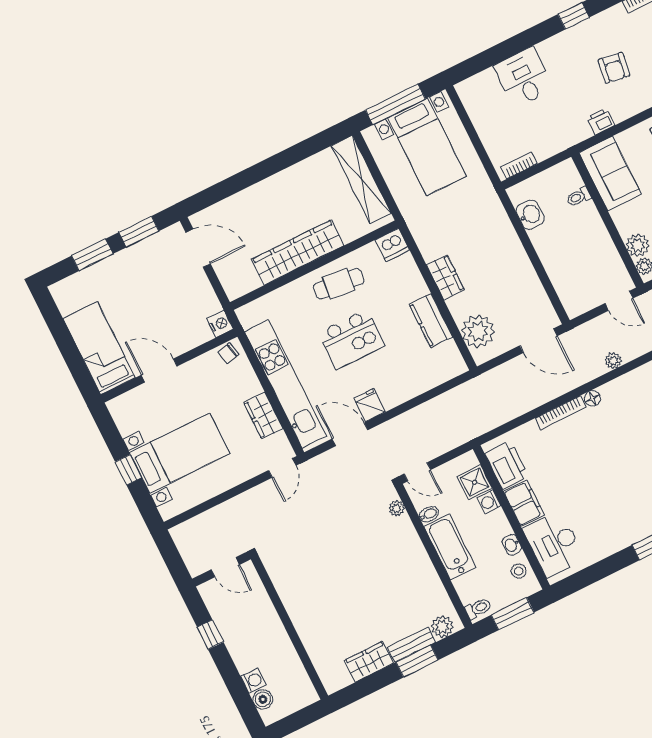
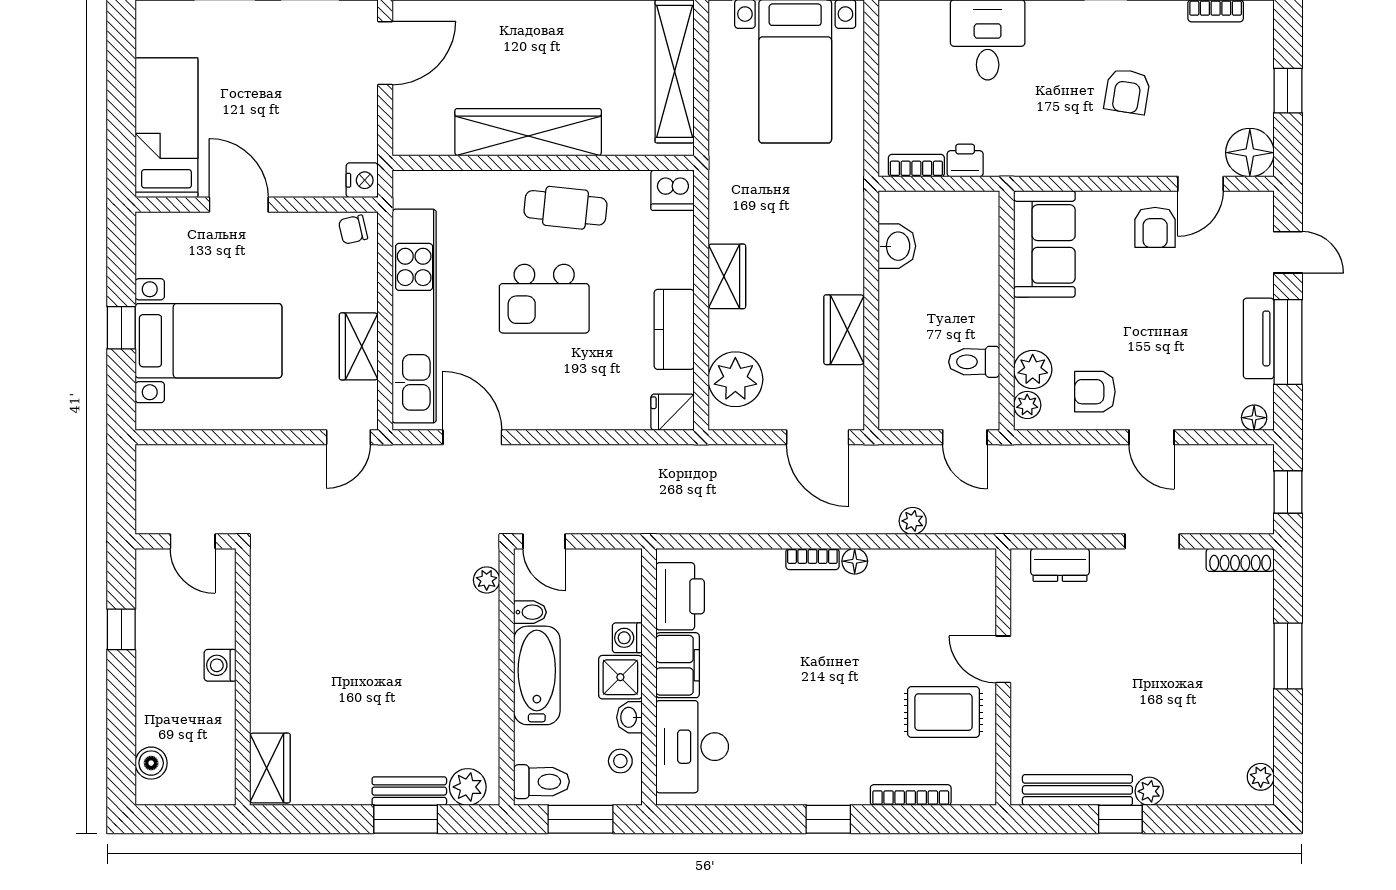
printer: (601, 121) -> (965, 160), moved
toilet: (579, 197) -> (974, 362), moved, width x1.37, depth x1.39
door: (198, 248) -> (385, 53), hinge flipped
wardrobe: (524, 275) -> (844, 330), added
fridge: (370, 405) -> (673, 412), moved, turned -90
bookcase: (561, 413) -> (812, 559), width x0.64
shower: (475, 482) -> (620, 677), moved
toilet: (478, 608) -> (542, 782), width x1.37, depth x1.39
wardrobe: (369, 662) -> (270, 768), moved, turned 90
washing machine: (253, 681) -> (220, 665), moved, turned 180

